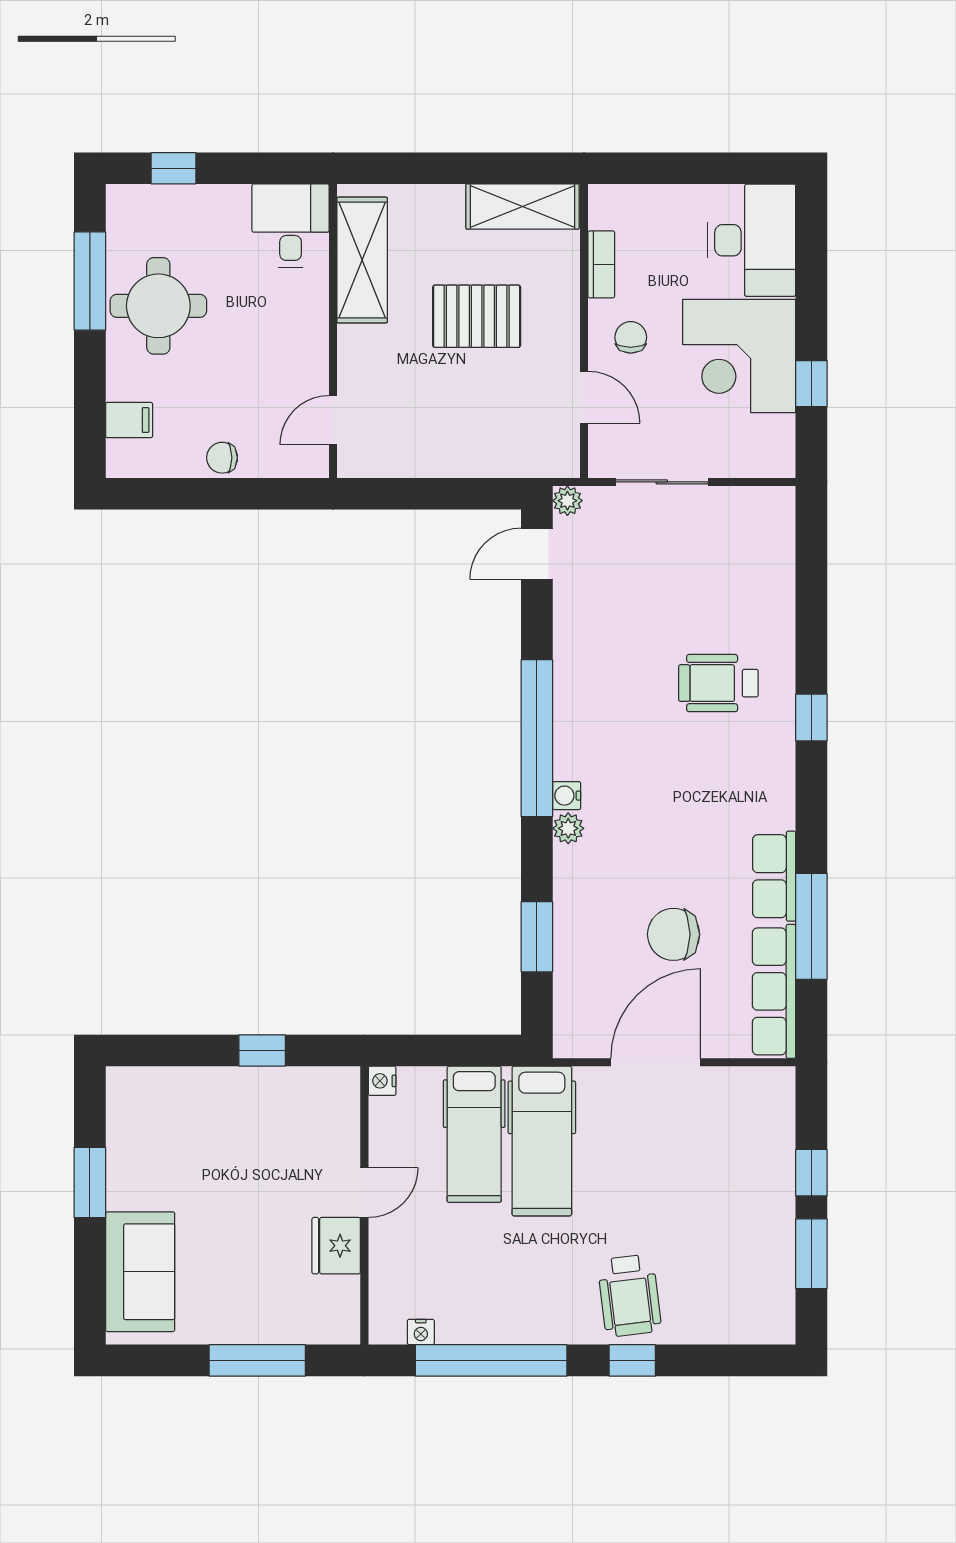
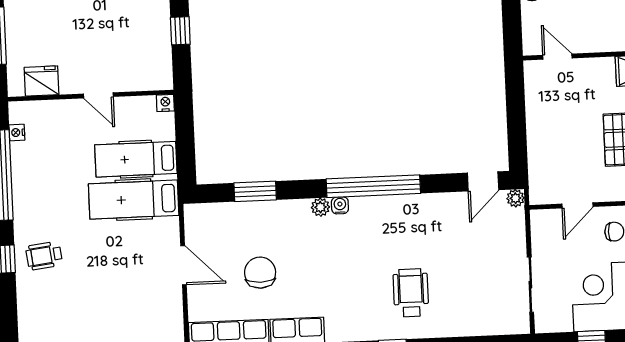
sliding door: (662, 482) -> (530, 285), moved
door: (537, 554) -> (483, 181), swing flipped
door: (656, 1062) -> (183, 265), width x0.73
fridge: (336, 1246) -> (42, 81), moved
wheelchair: (629, 1296) -> (44, 256), width x0.73, depth x0.73

